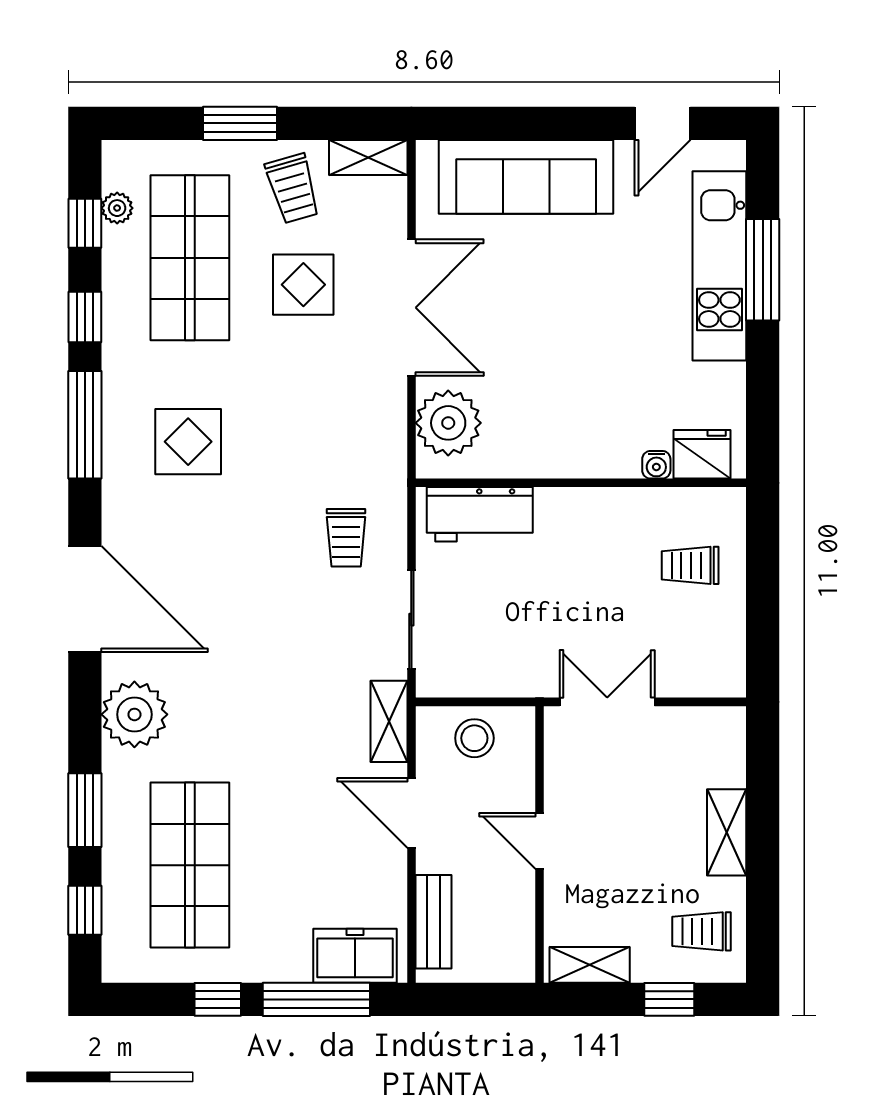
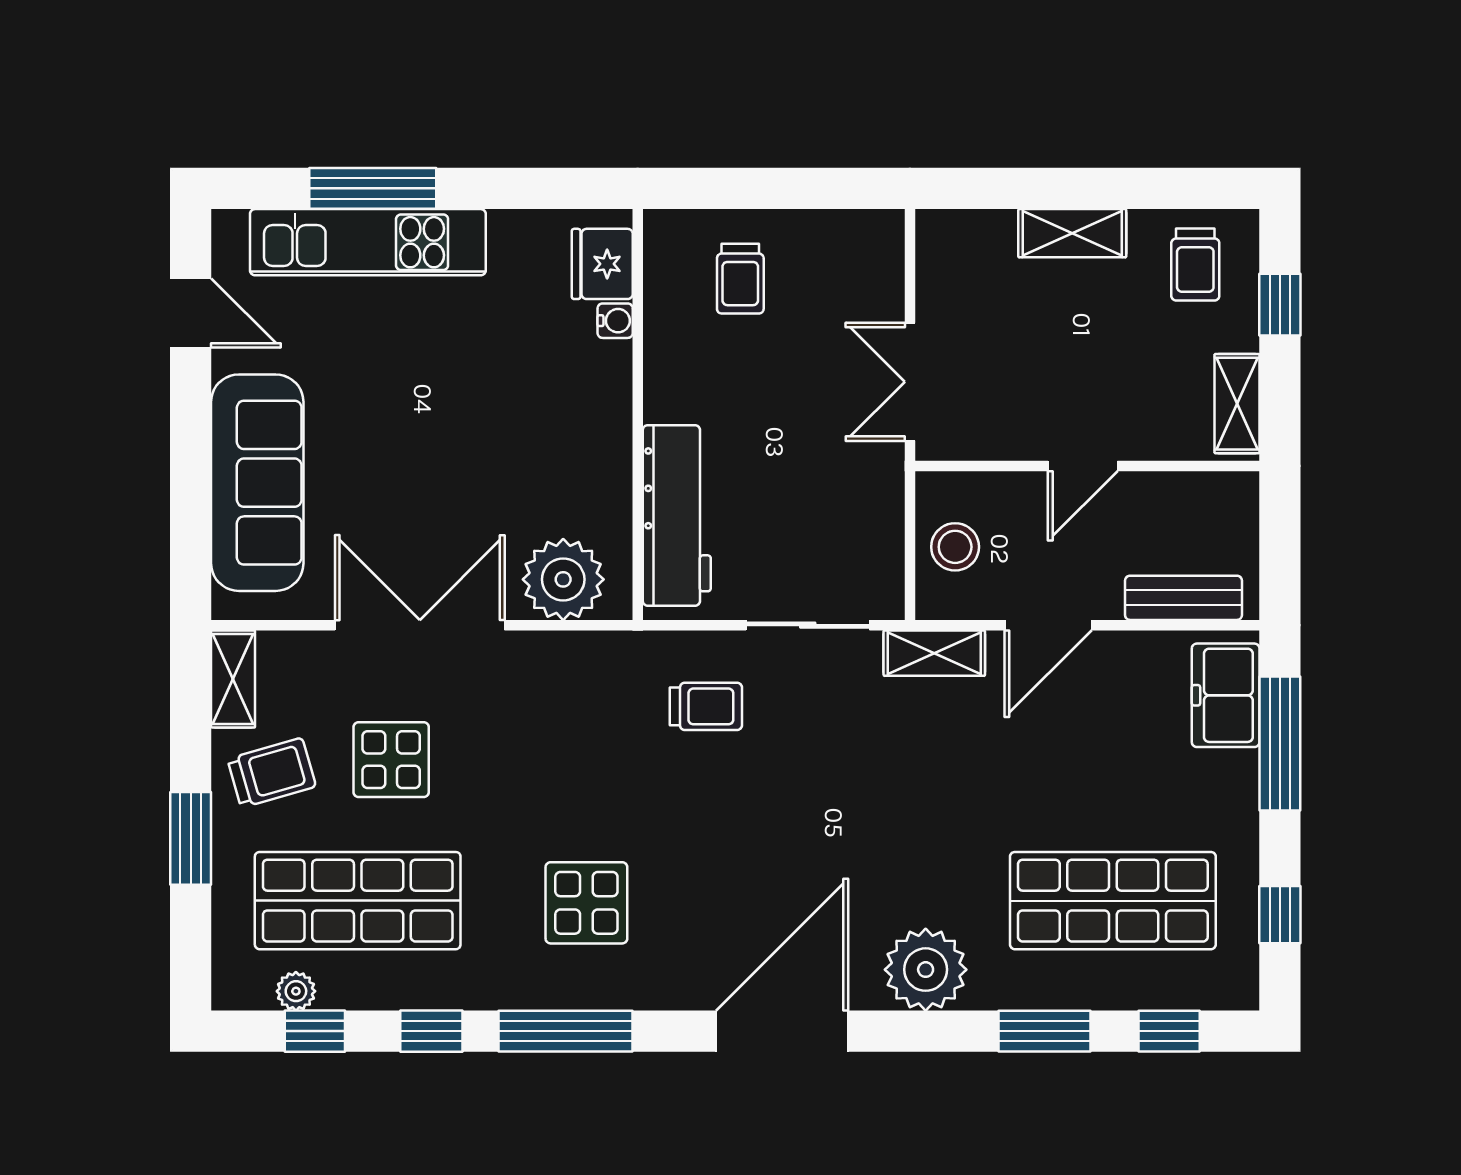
workbench: (480, 514) -> (677, 515), width x1.37
window: (218, 999) -> (1280, 915), moved

